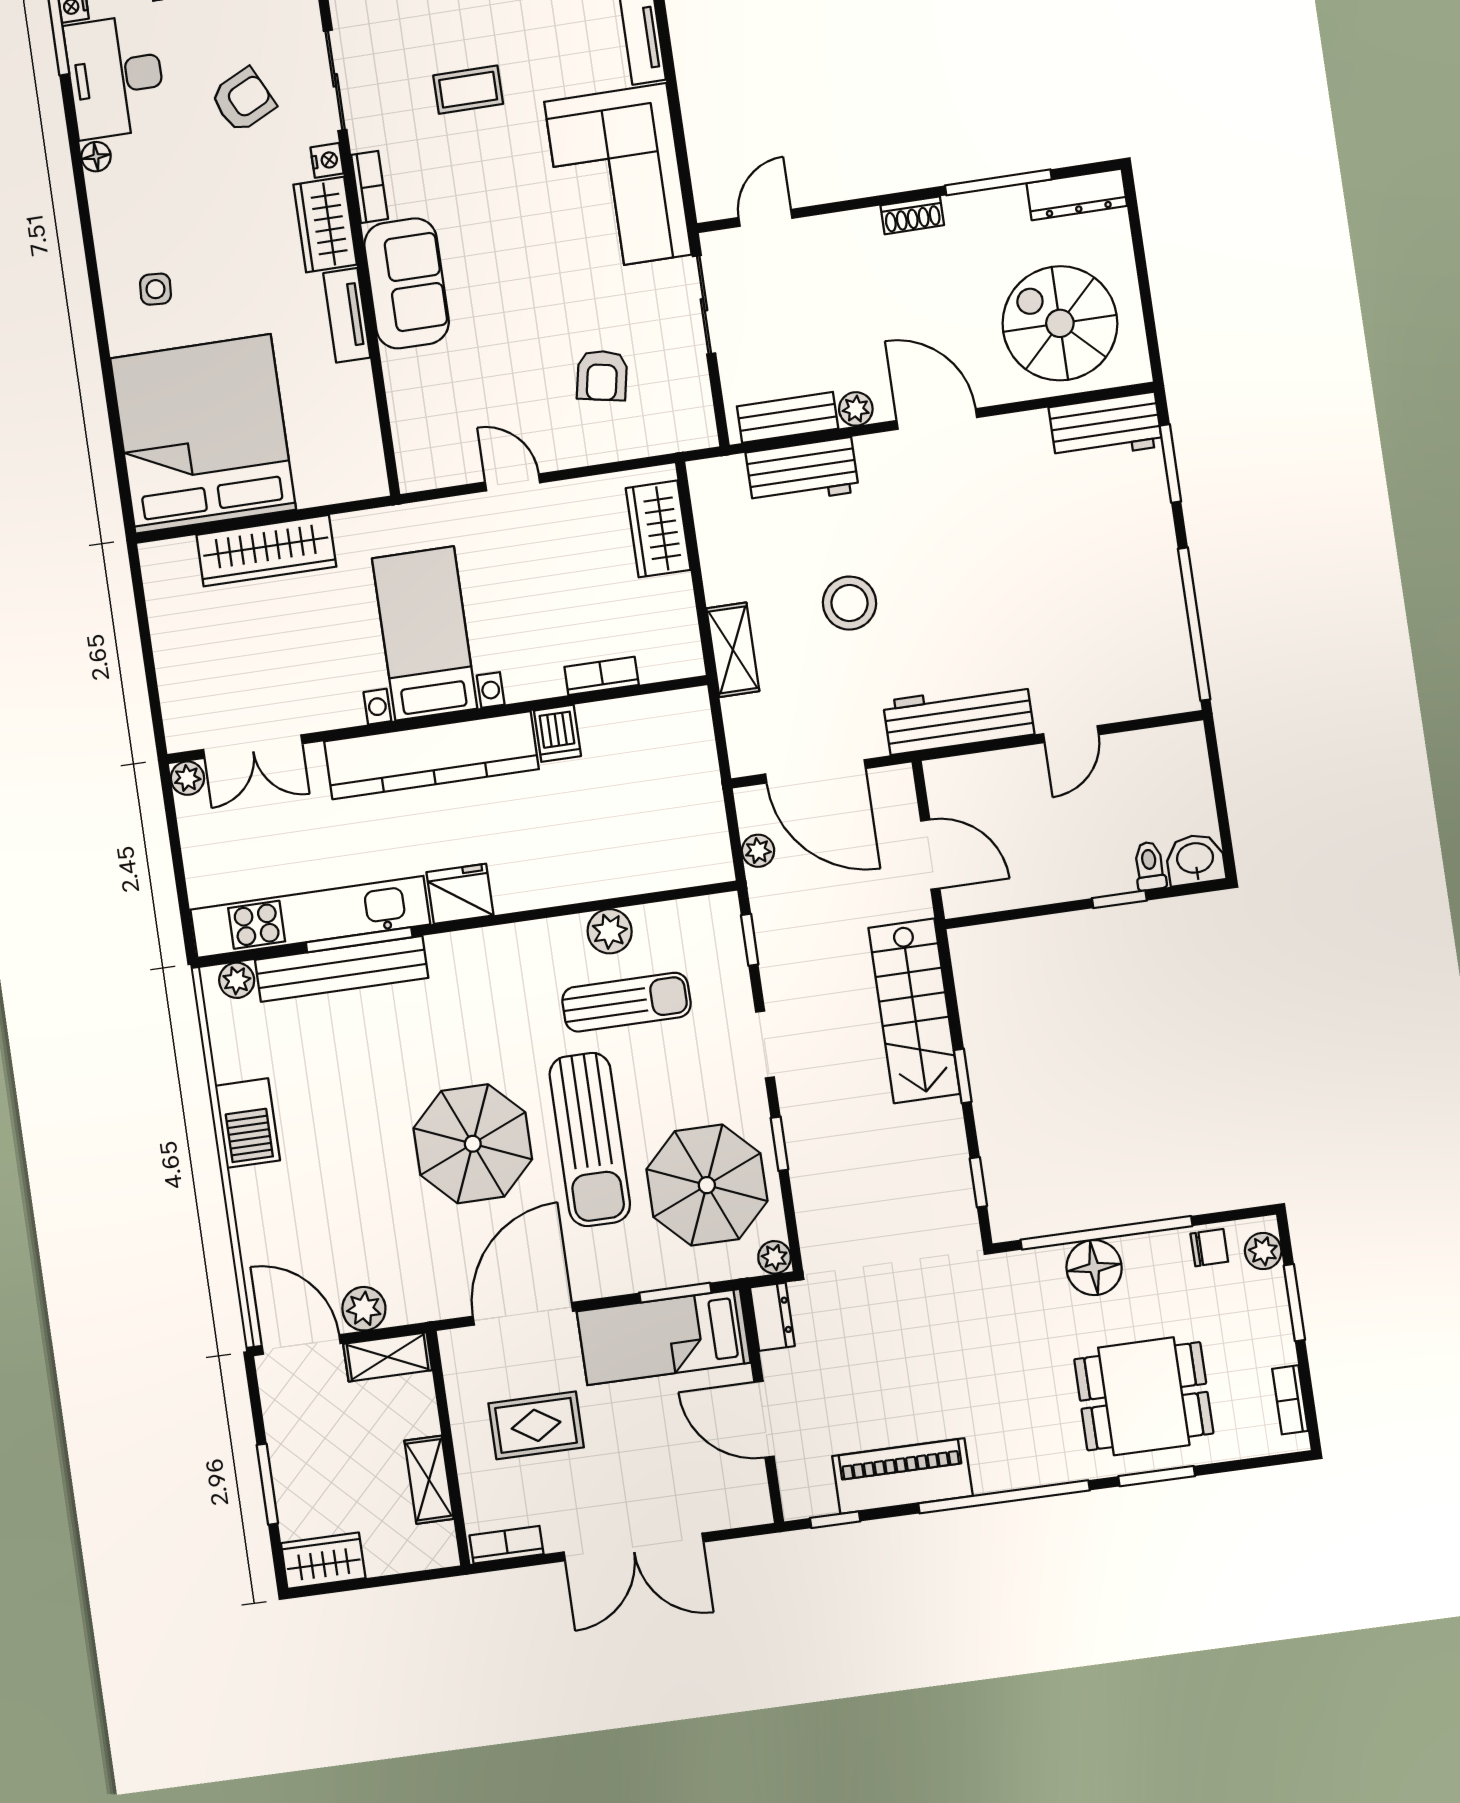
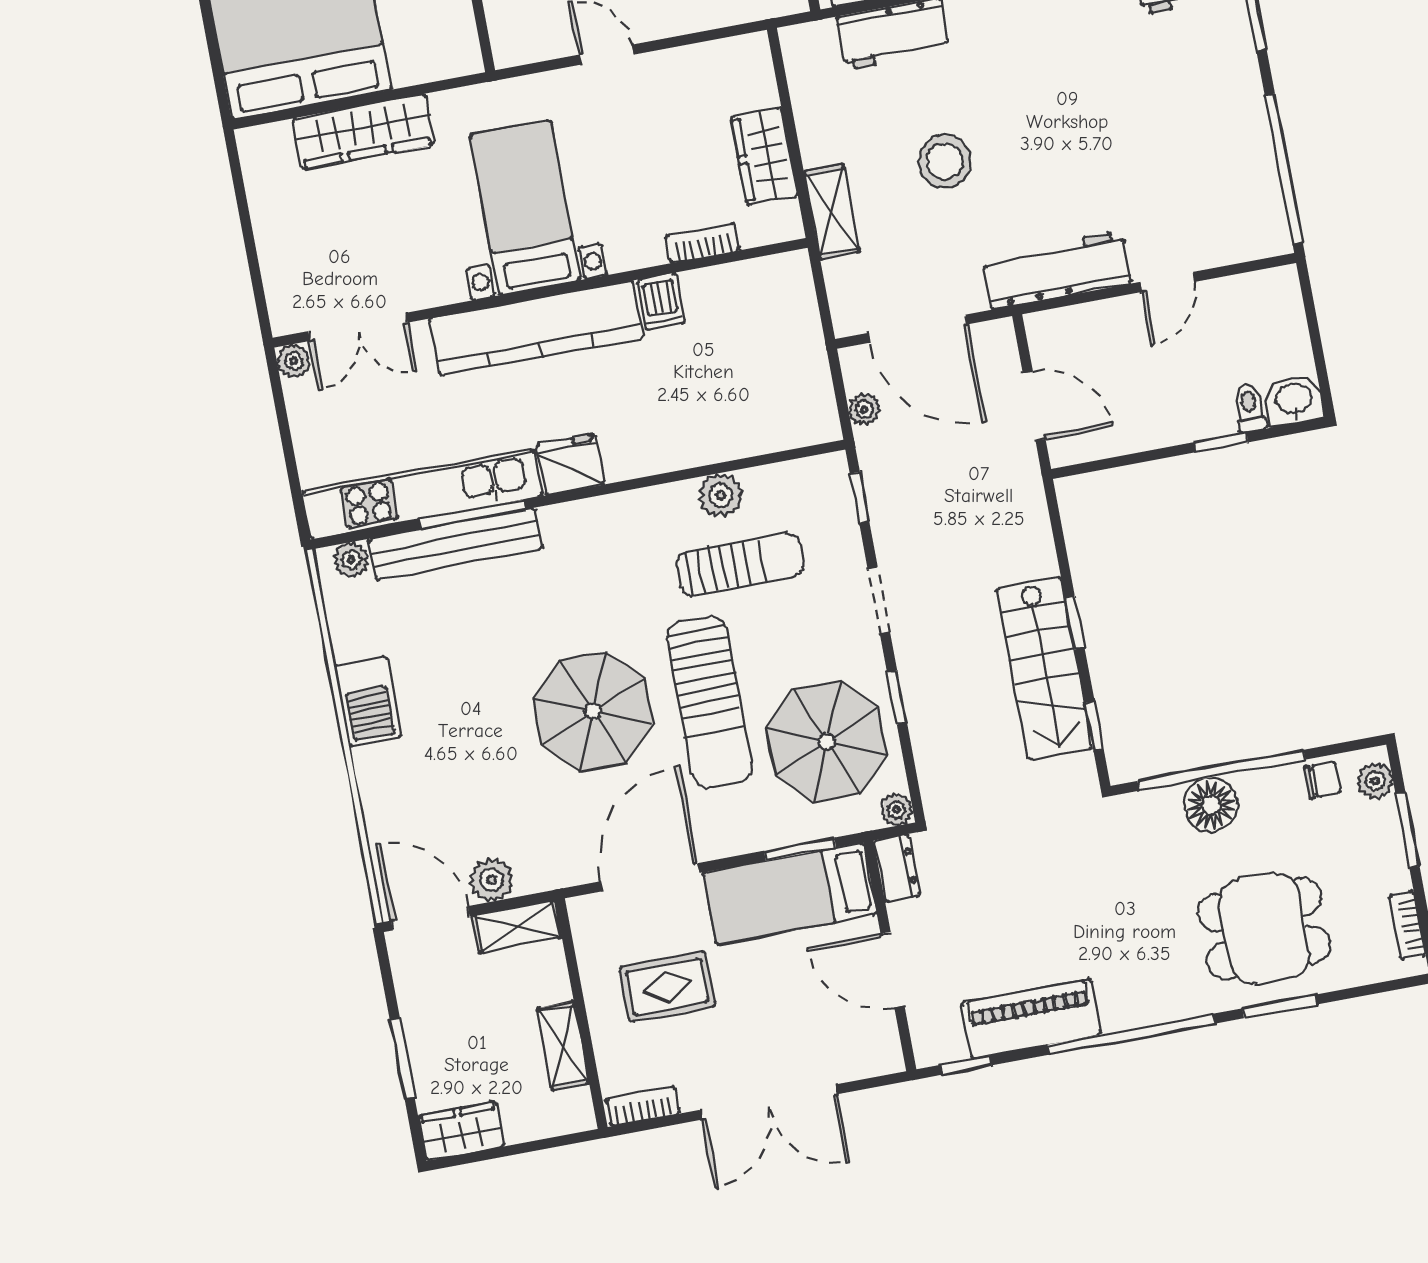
wardrobe: (658, 529) -> (764, 156), moved
stairs: (914, 1011) -> (1045, 668), moved

